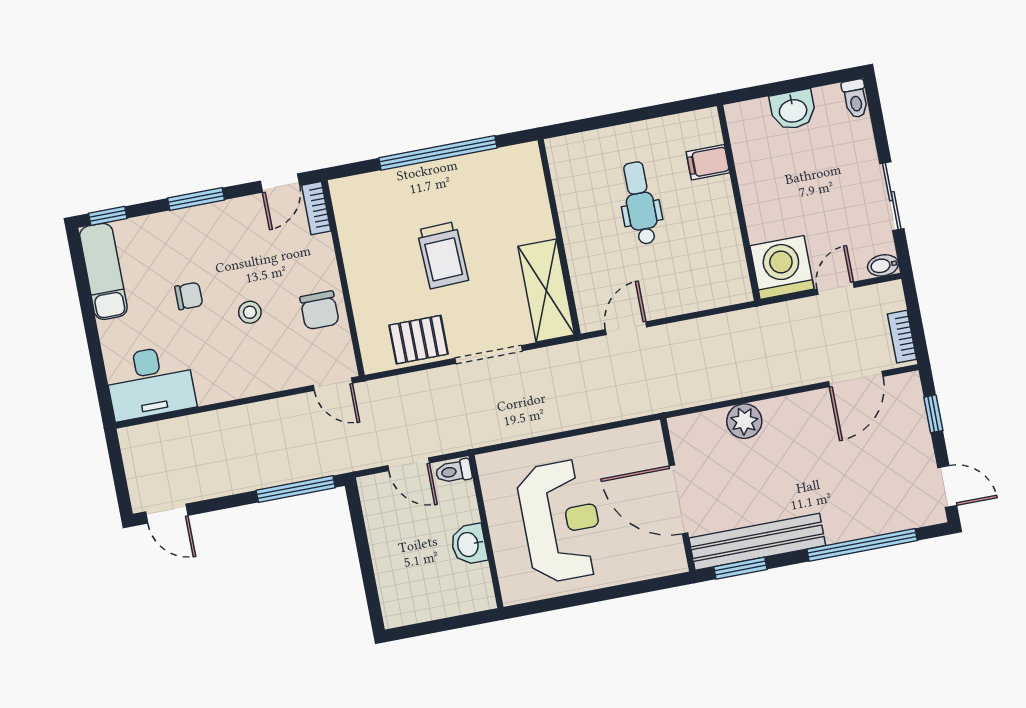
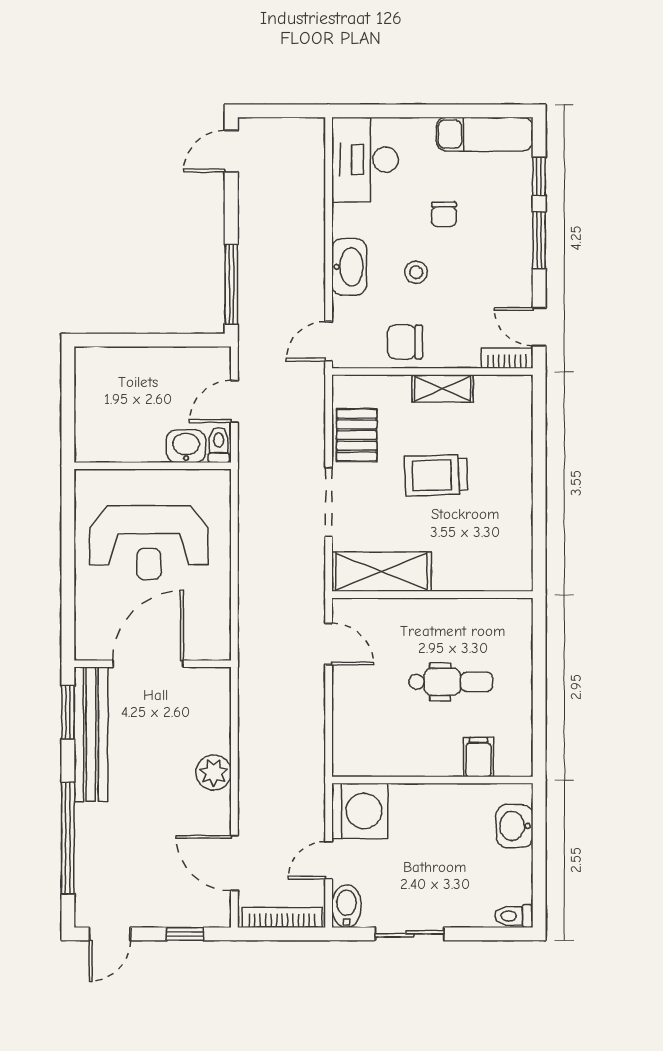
washbasin: (793, 110) -> (515, 826), moved
window: (438, 153) -> (539, 490), removed
window: (108, 216) -> (539, 176), moved
shelving: (358, 265) -> (443, 389), added
bidet: (883, 265) -> (346, 906), width x1.38, depth x1.36
door: (836, 288) -> (329, 860), swing flipped
bookcase: (902, 337) -> (282, 917), width x1.56
washbasin: (257, 378) -> (349, 267), added
plant: (744, 421) -> (214, 773), moved
washbasin: (469, 544) -> (186, 446), moved

